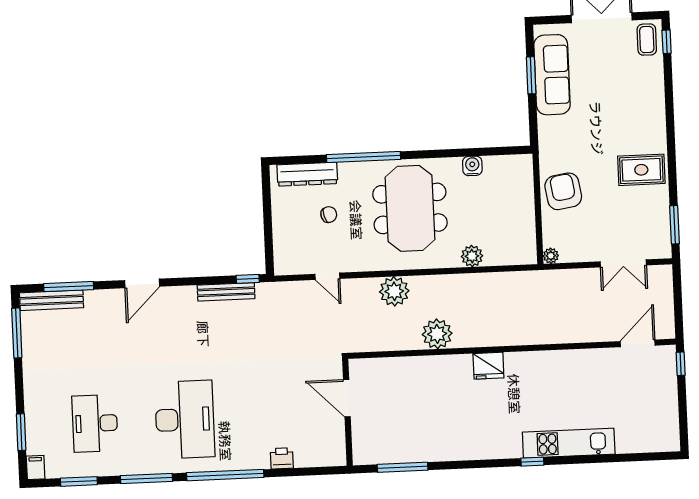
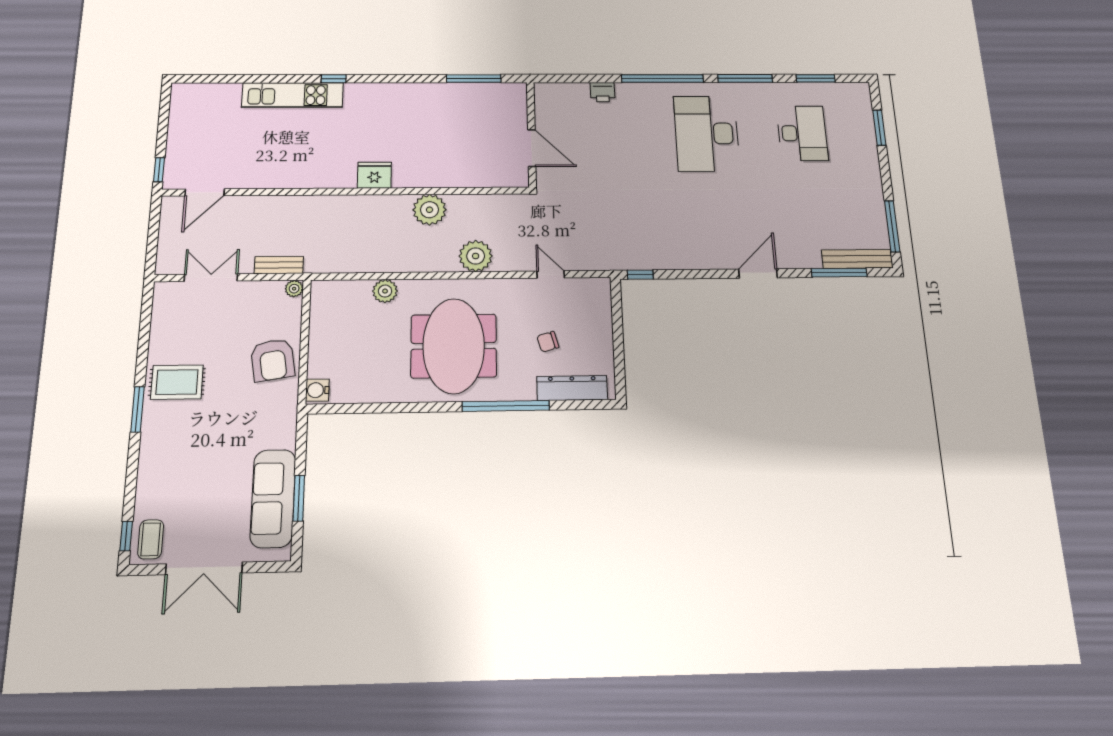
water cooler: (472, 166) -> (317, 390), moved, turned 90
window: (675, 225) -> (138, 409), moved
bench: (226, 292) -> (279, 265), moved, width x0.73
filing cabinet: (36, 468) -> (862, 93), removed

